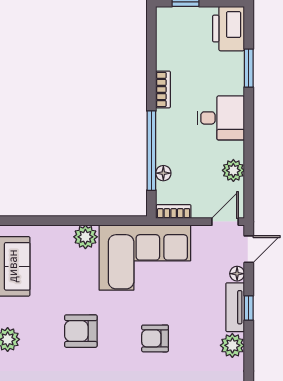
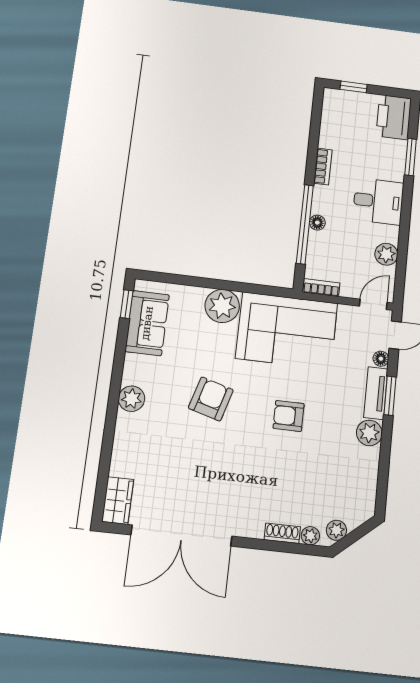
floor lamp: (163, 173) -> (317, 223), moved
plant: (85, 237) -> (222, 306), width x1.36, depth x1.36
window: (249, 308) -> (390, 396), width x1.50
armchair: (81, 331) -> (211, 399), turned 106

